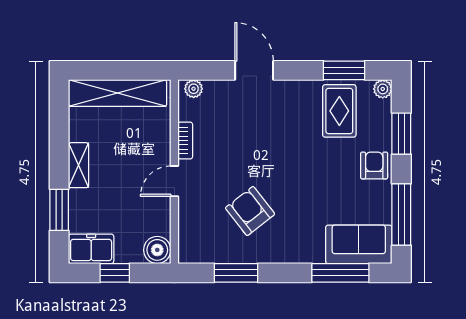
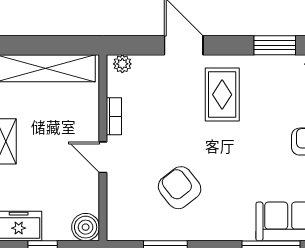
rug: (339, 111) -> (222, 95), moved
door: (174, 181) -> (103, 157), hinge flipped

